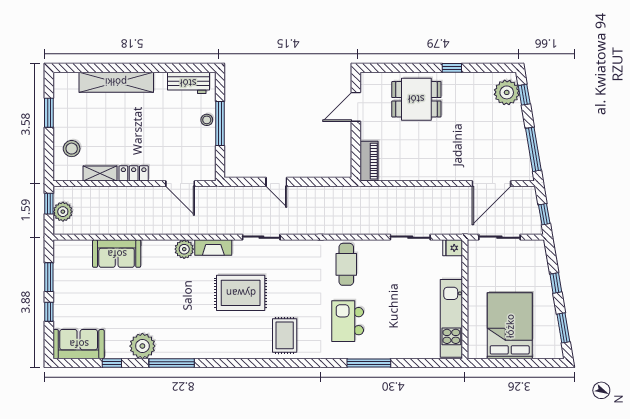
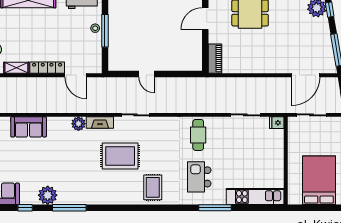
locker: (134, 173) -> (47, 68), width x1.53
kitchen unit: (451, 318) -> (255, 197), moved, turned 90

